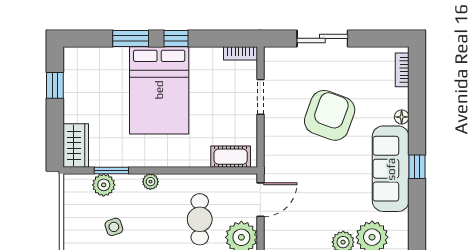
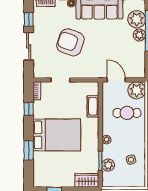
window: (176, 38) -> (29, 109), moved
window: (372, 38) -> (29, 19), added
cot: (231, 157) -> (93, 106), moved

